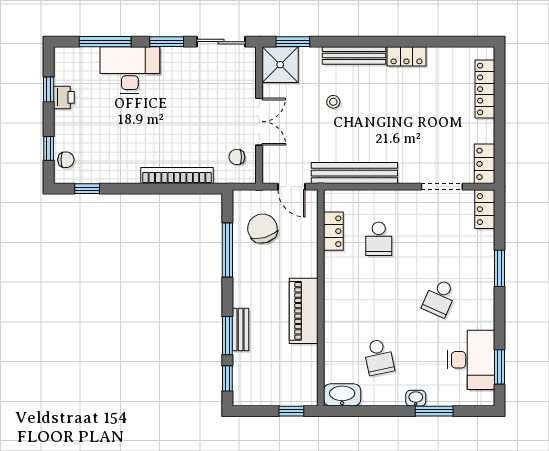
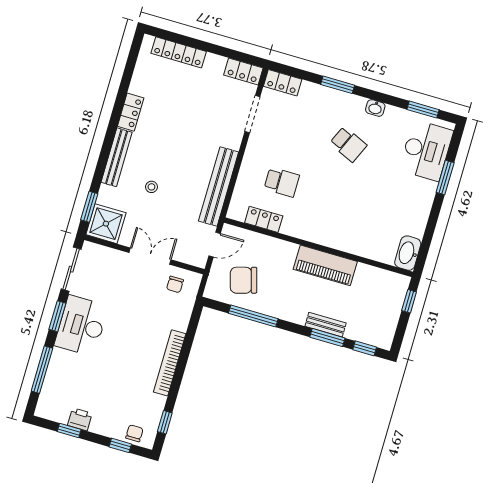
desk: (130, 70) -> (81, 326), moved
bookcase: (177, 176) -> (170, 363), moved
school desk: (379, 357) -> (384, 212), removed
desk: (471, 360) -> (426, 150), moved, turned 90
washbasin: (416, 398) -> (375, 108), moved, turned -90

